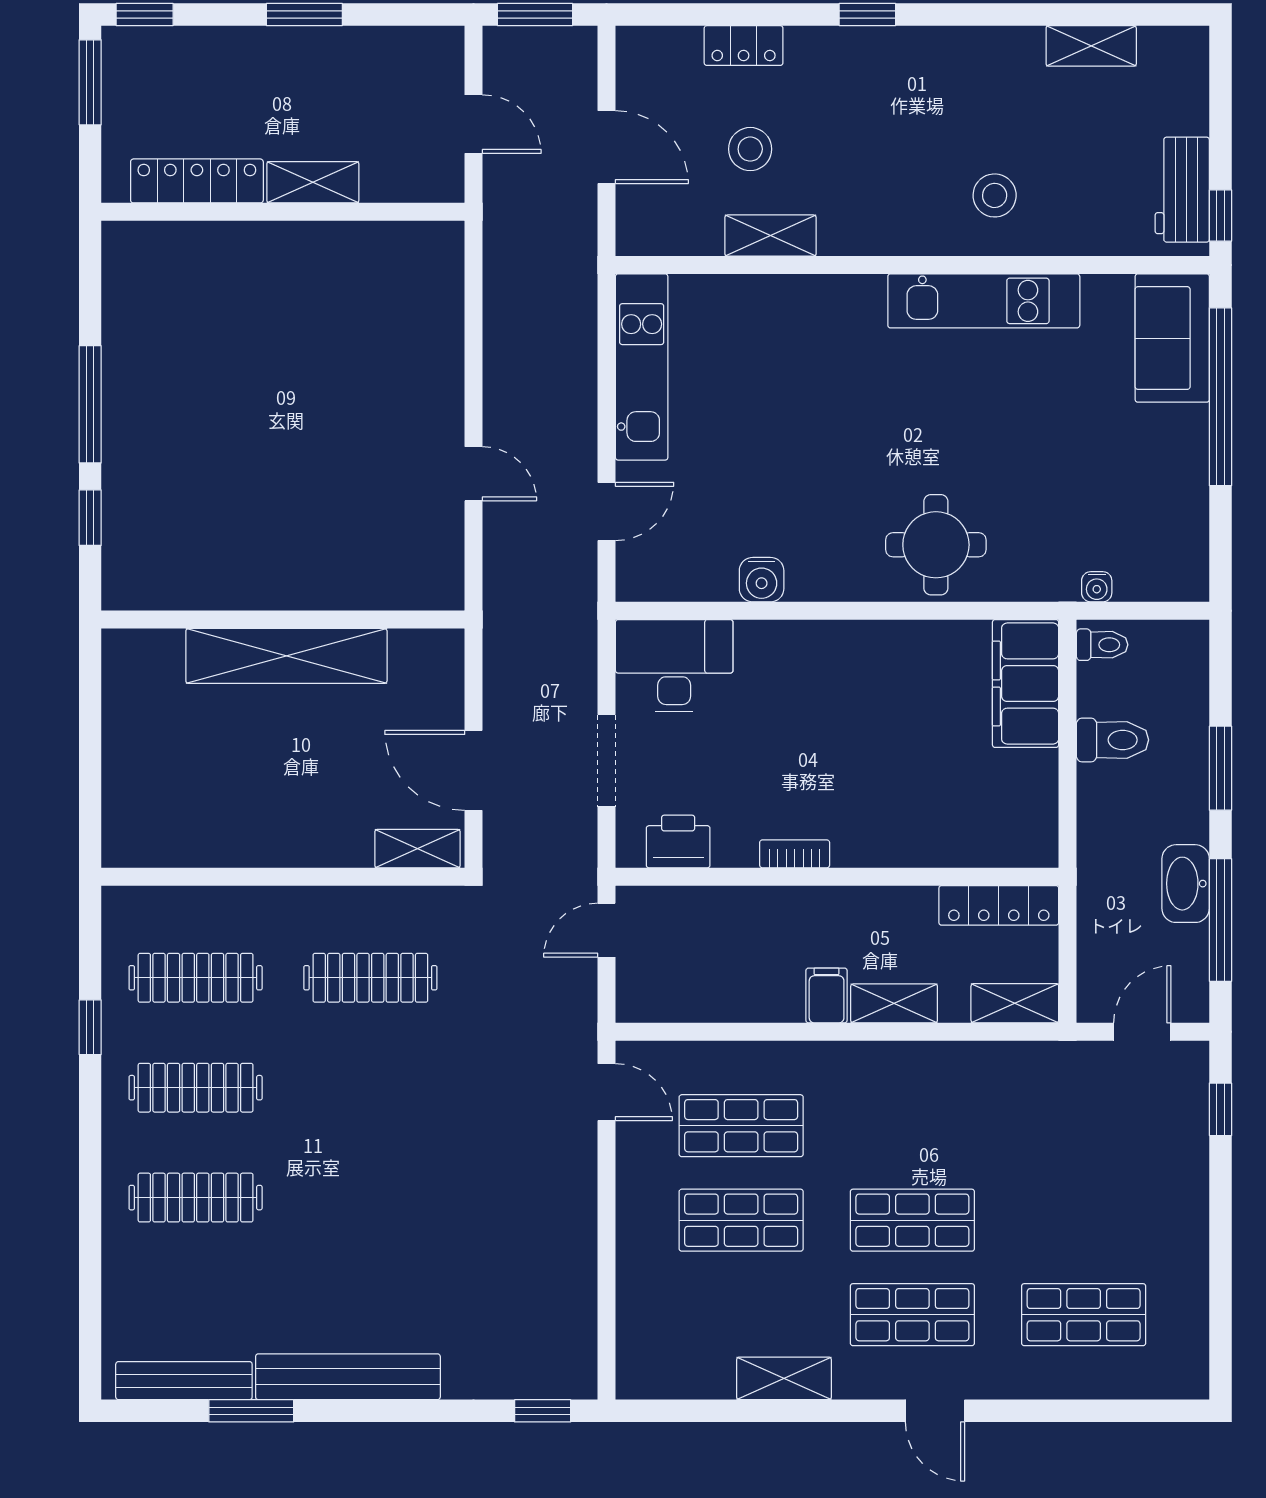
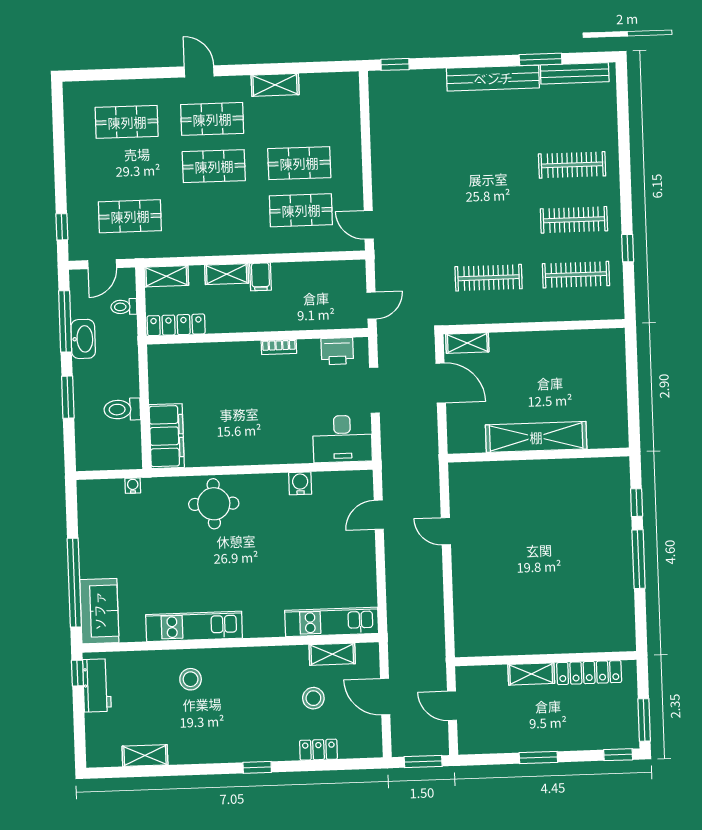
shelving: (770, 236) -> (332, 654), moved
kitchen unit: (642, 367) -> (332, 622), moved, turned 90
toilet: (1102, 645) -> (124, 307), moved
shop shelf: (1084, 1126) -> (130, 216), added

